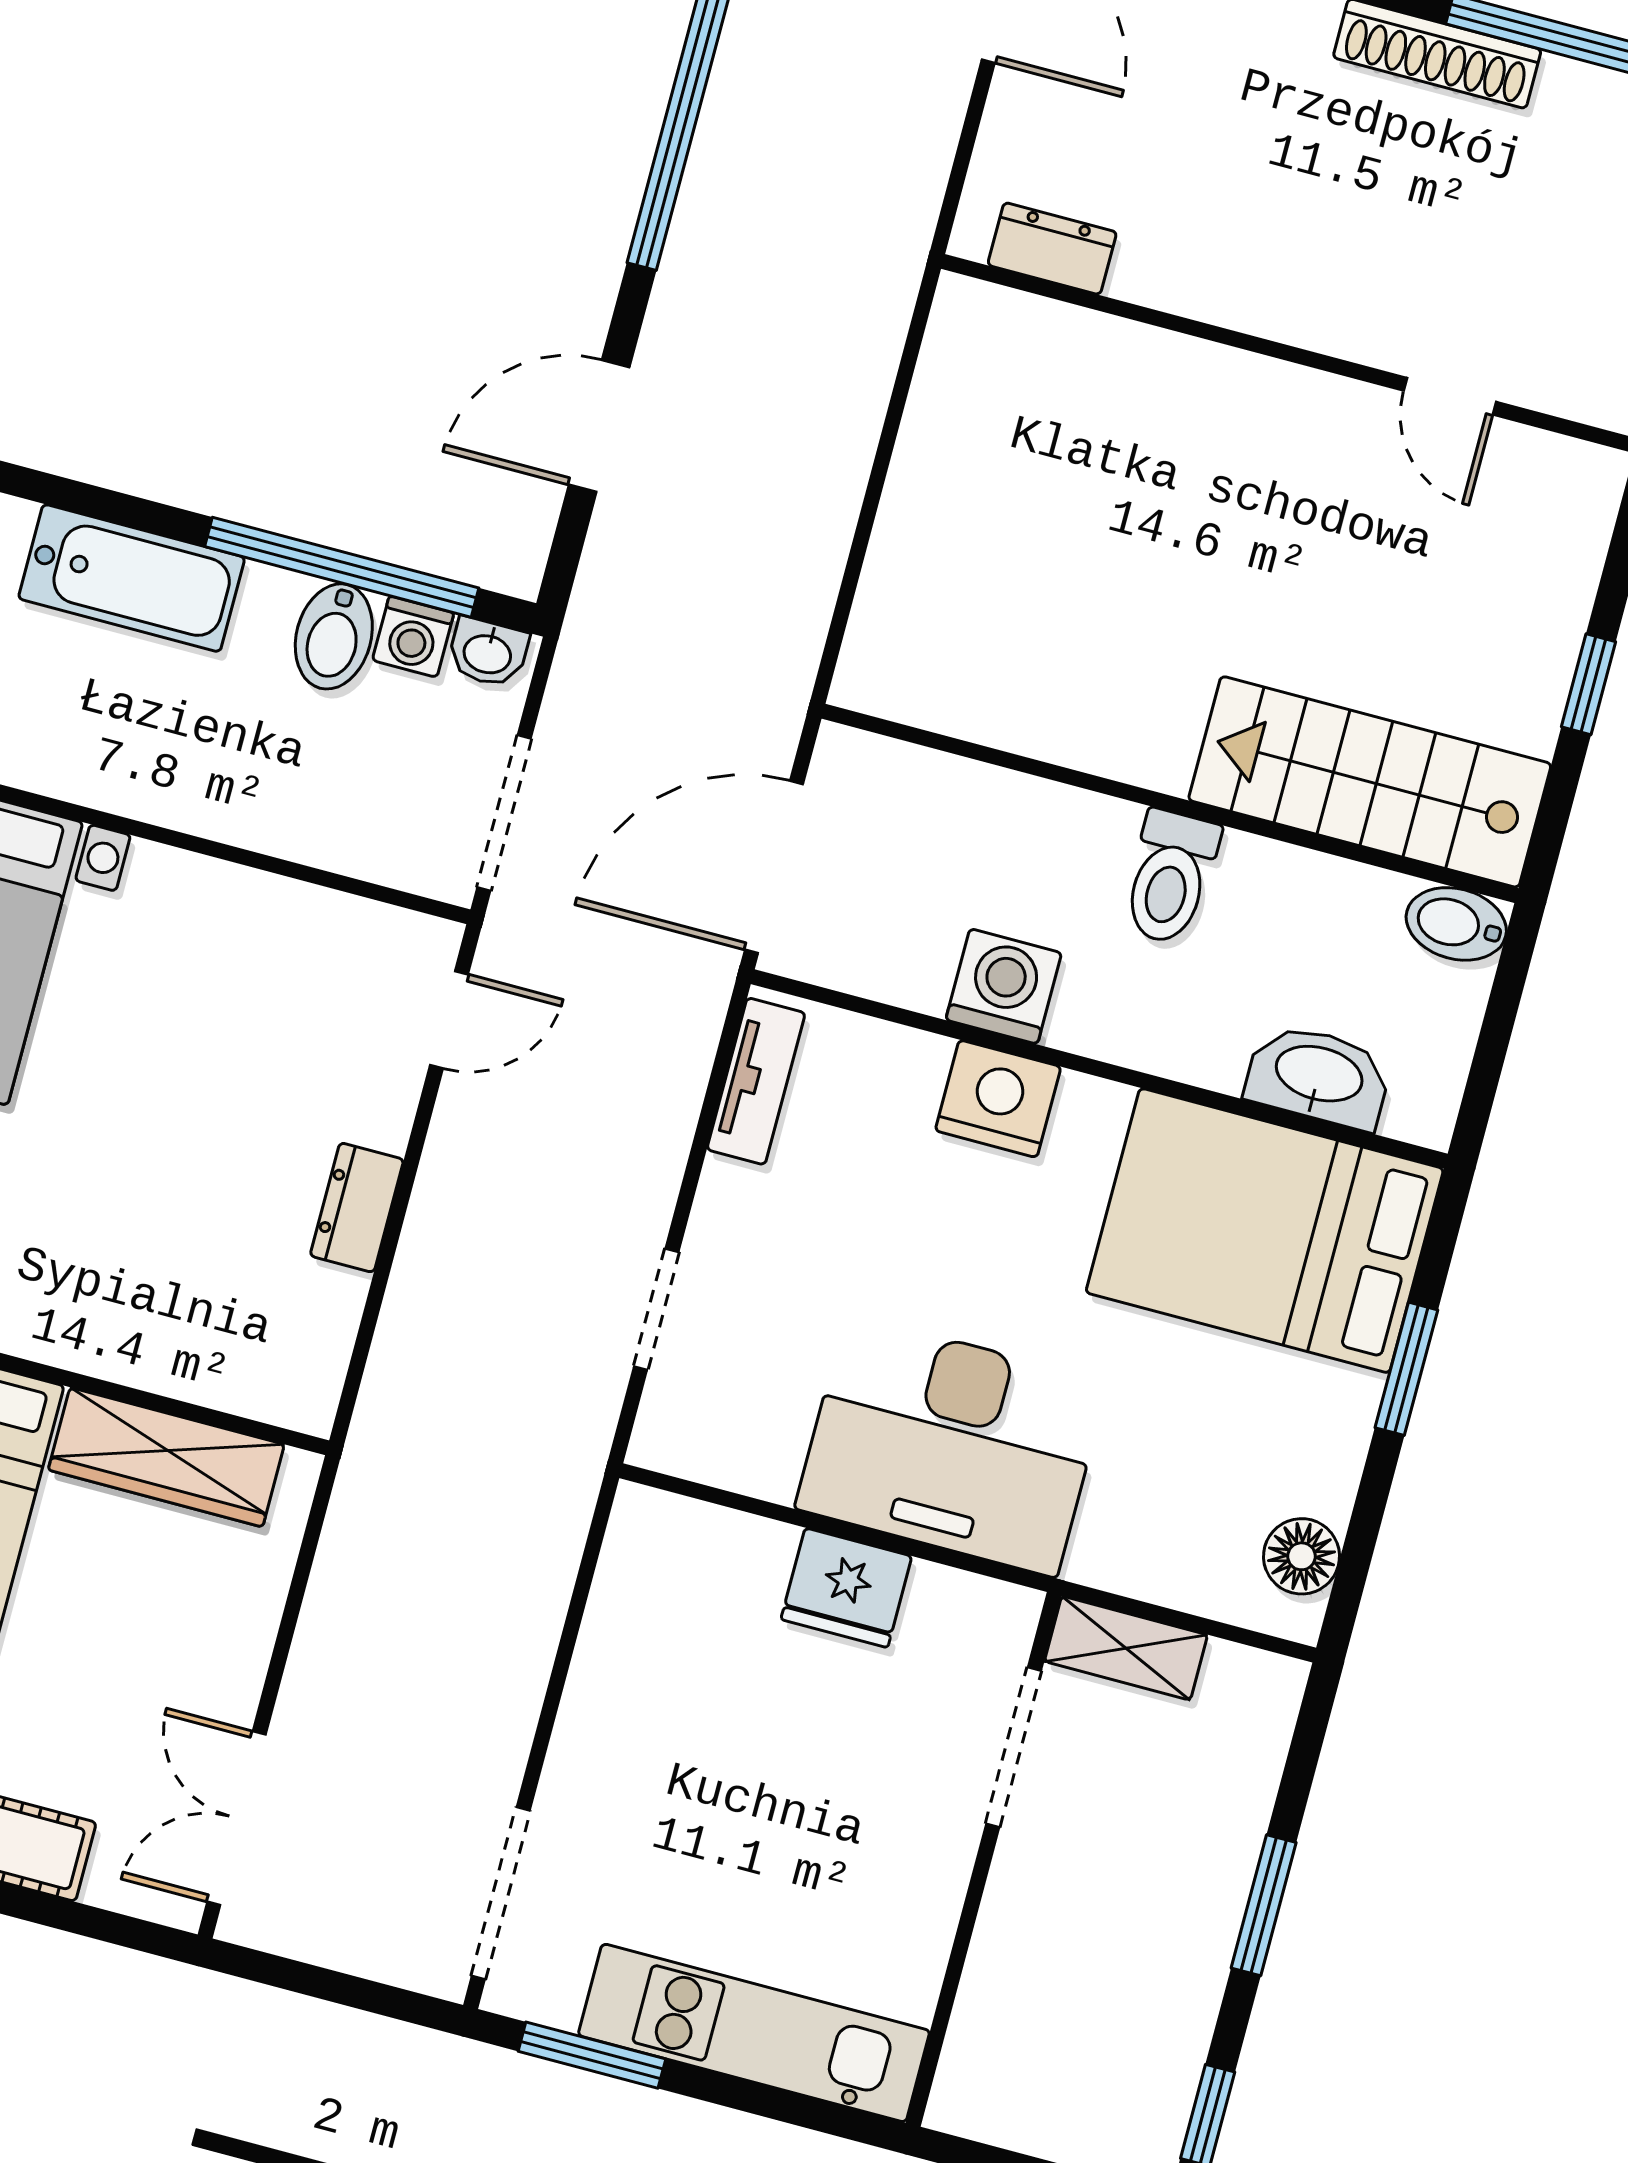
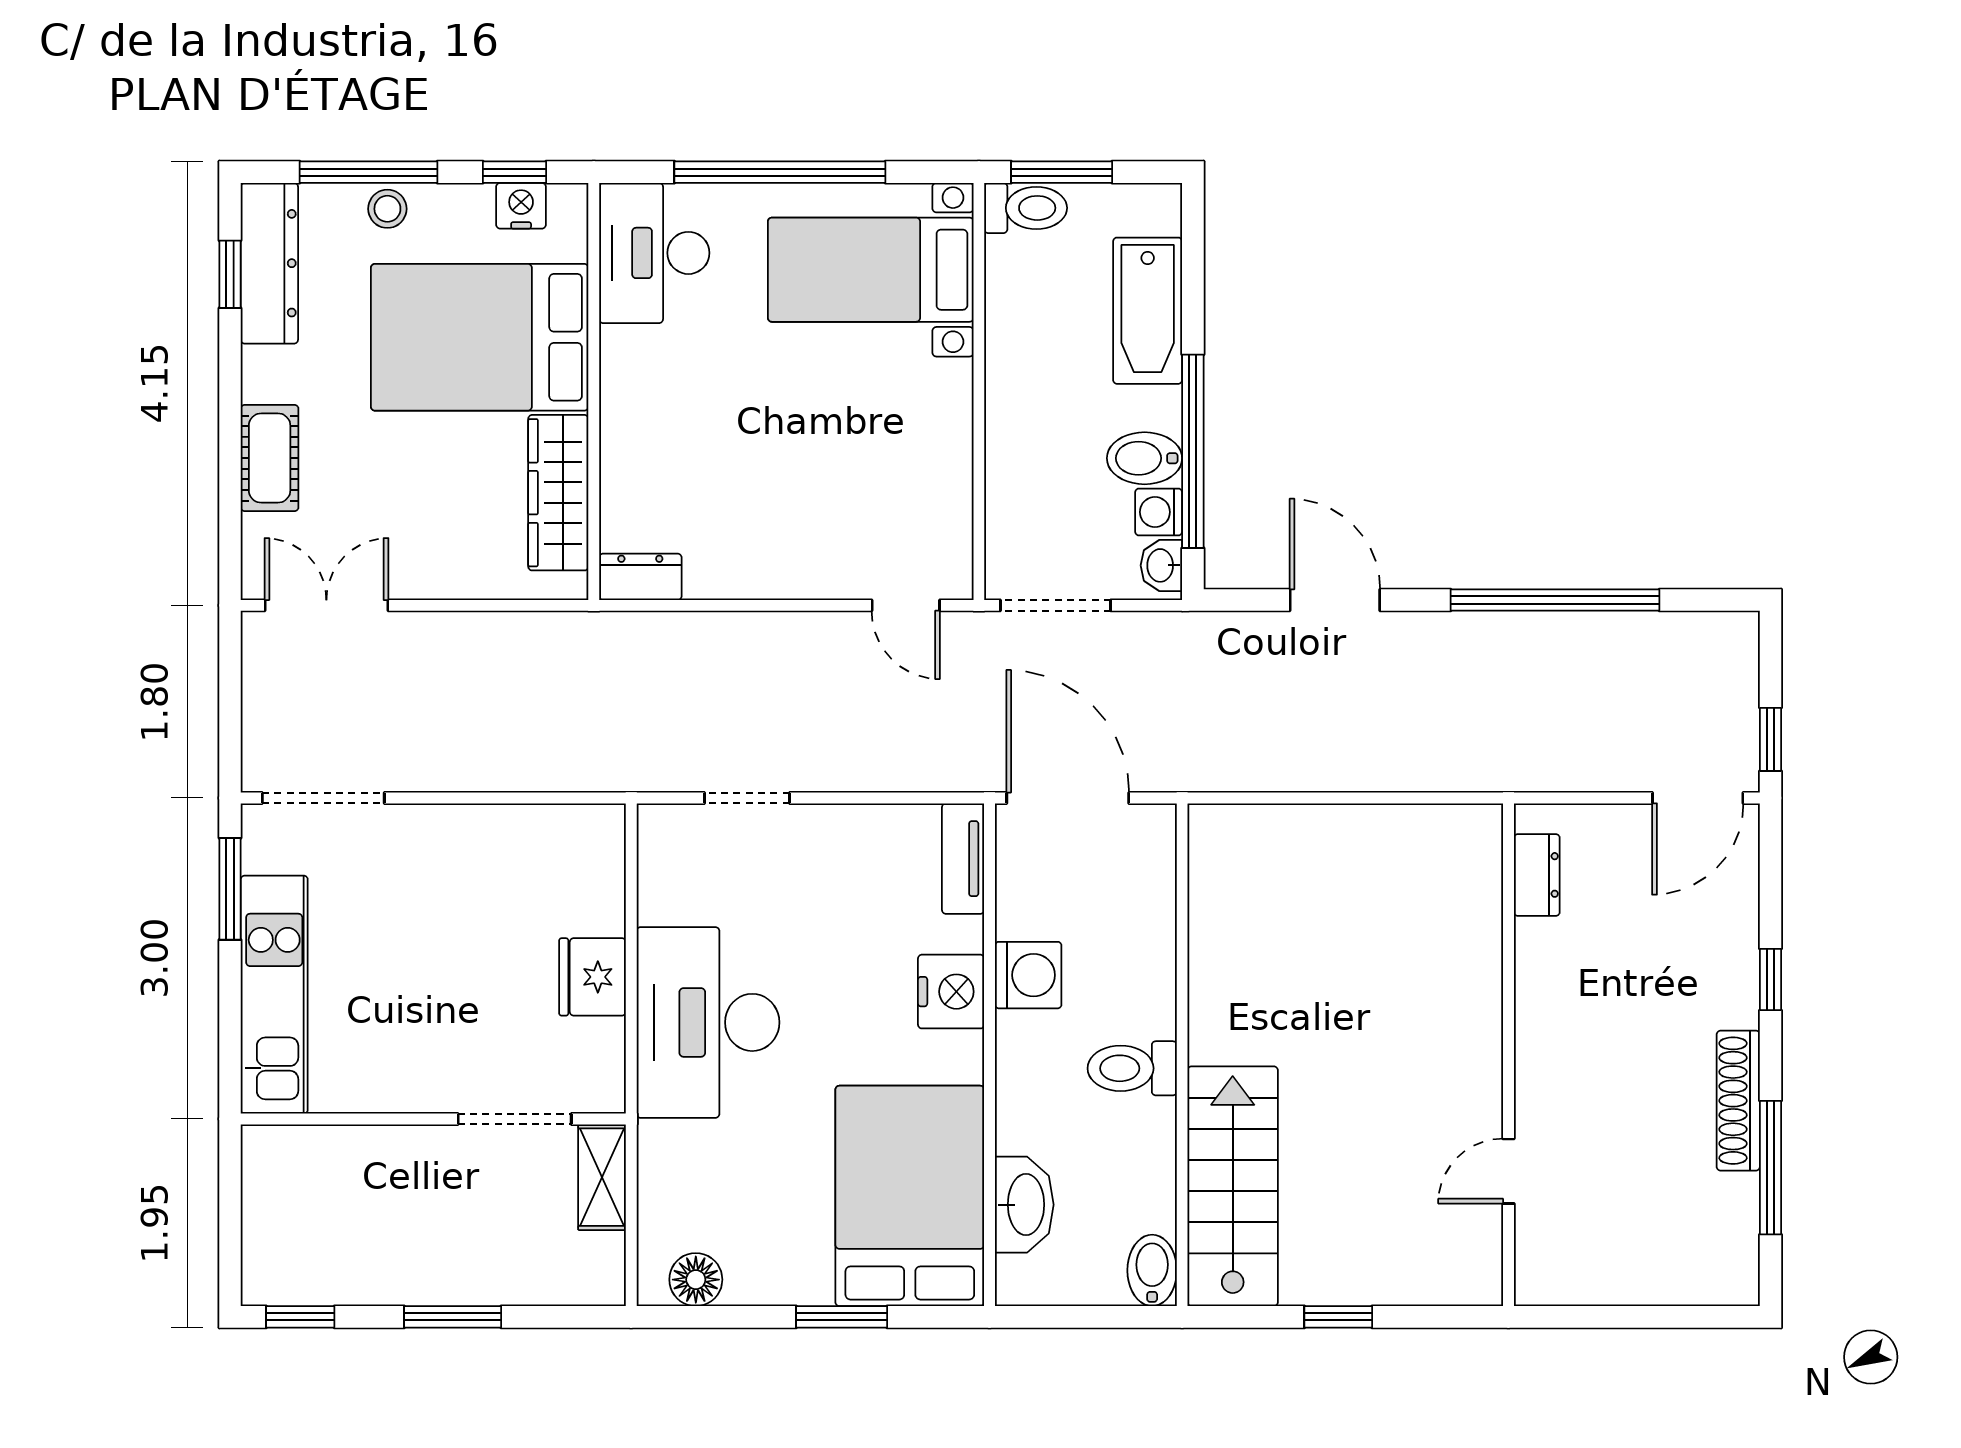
tv unit: (756, 1081) -> (963, 859), moved, turned 90
dresser: (357, 1208) -> (640, 577), moved

